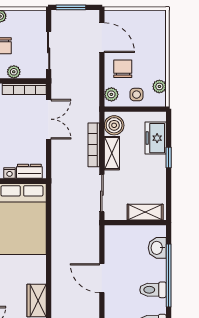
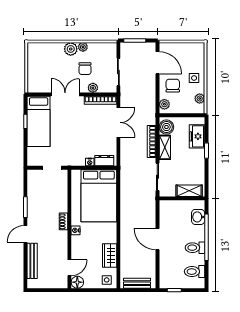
side table: (137, 95) -> (194, 78), moved

